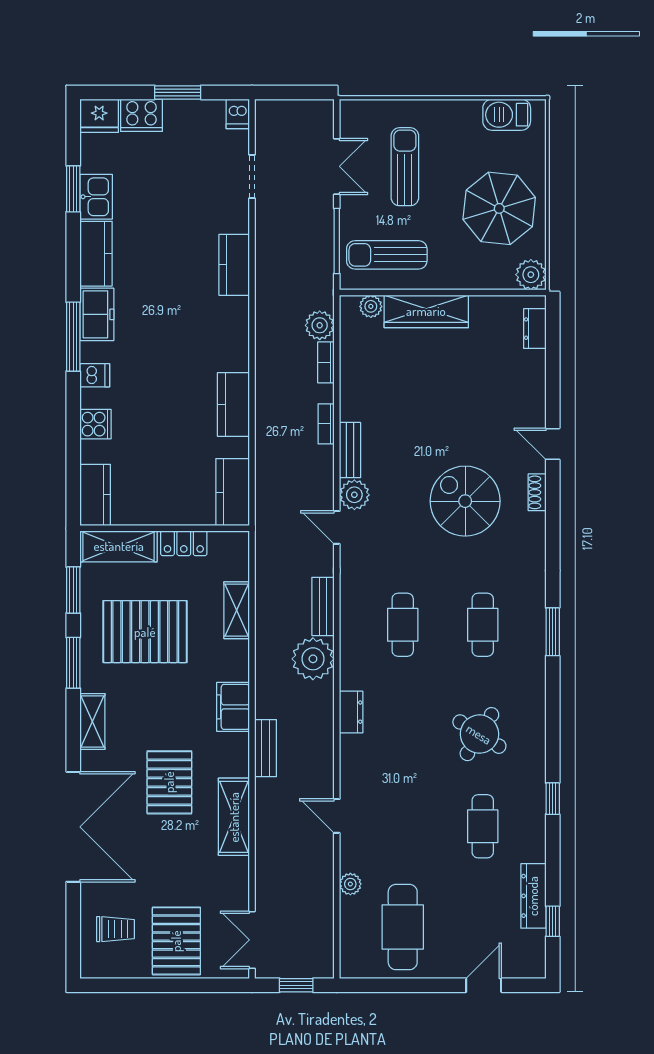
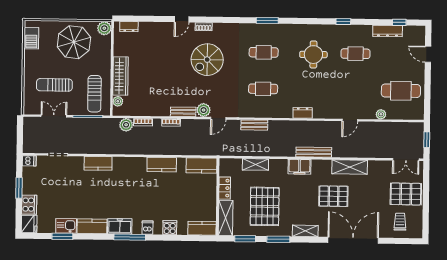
plant: (313, 659) -> (278, 130), removed
round table: (479, 734) -> (313, 55), turned -32
bench: (266, 748) -> (314, 152), width x1.36

